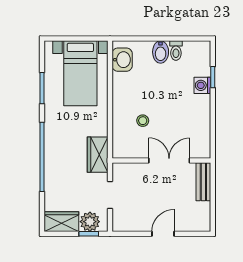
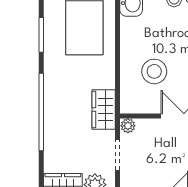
stool: (143, 121) -> (154, 71), width x1.89, depth x1.89
plant: (119, 169) -> (128, 126), added

